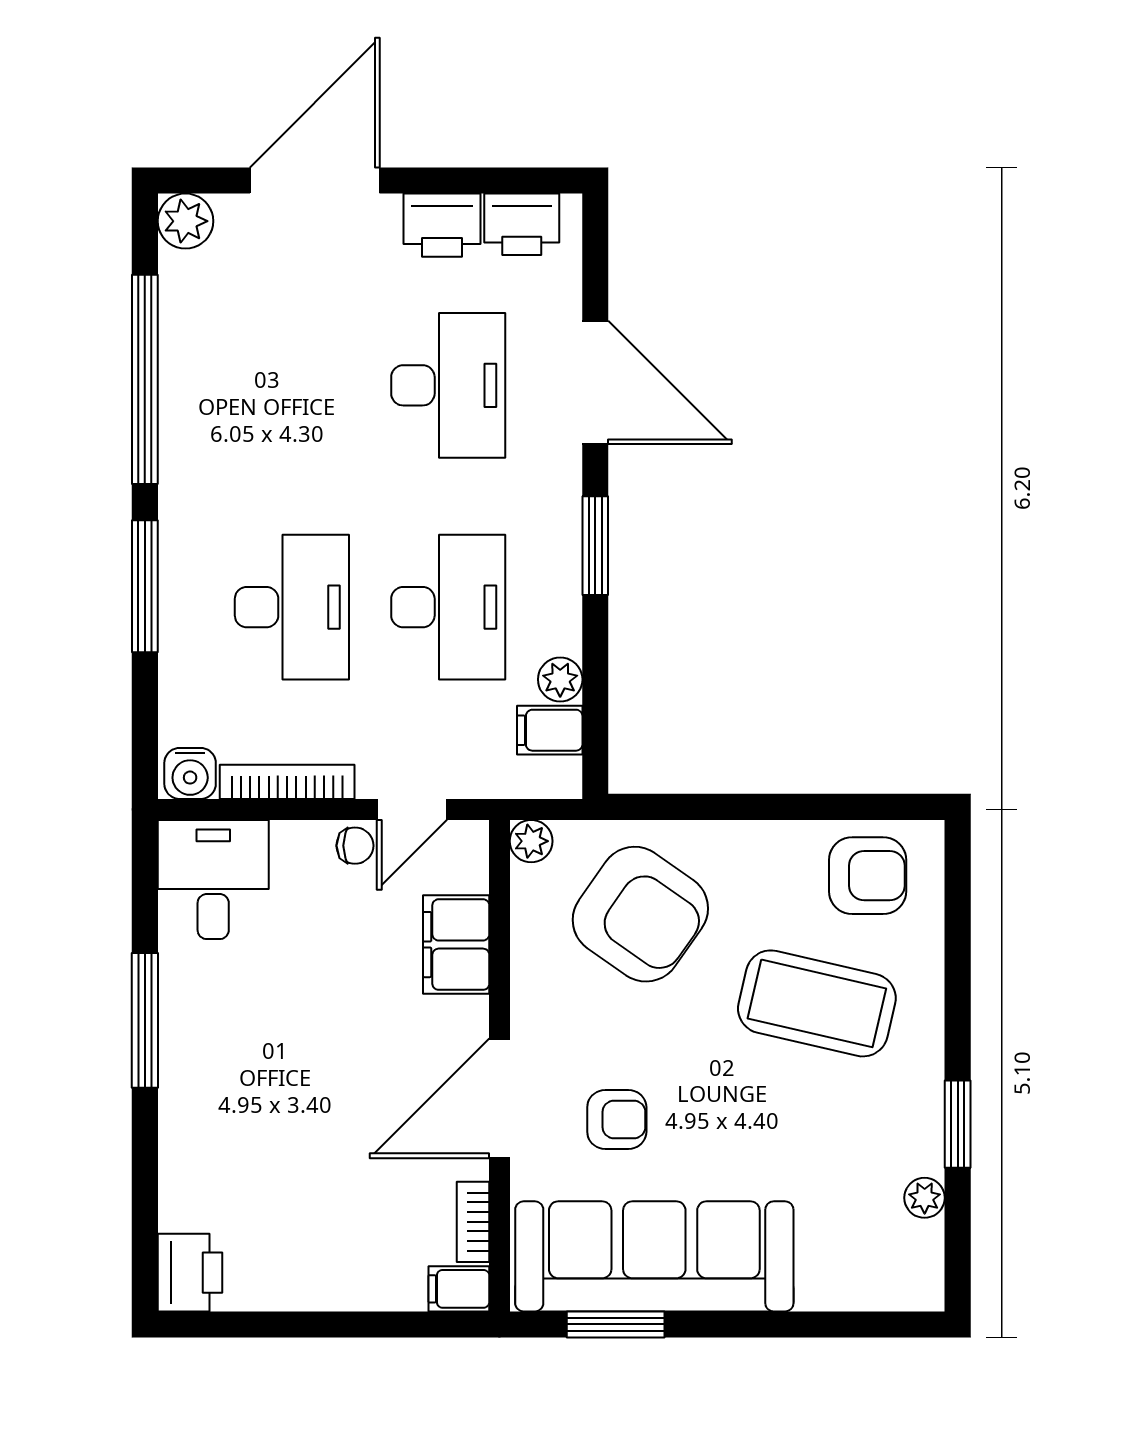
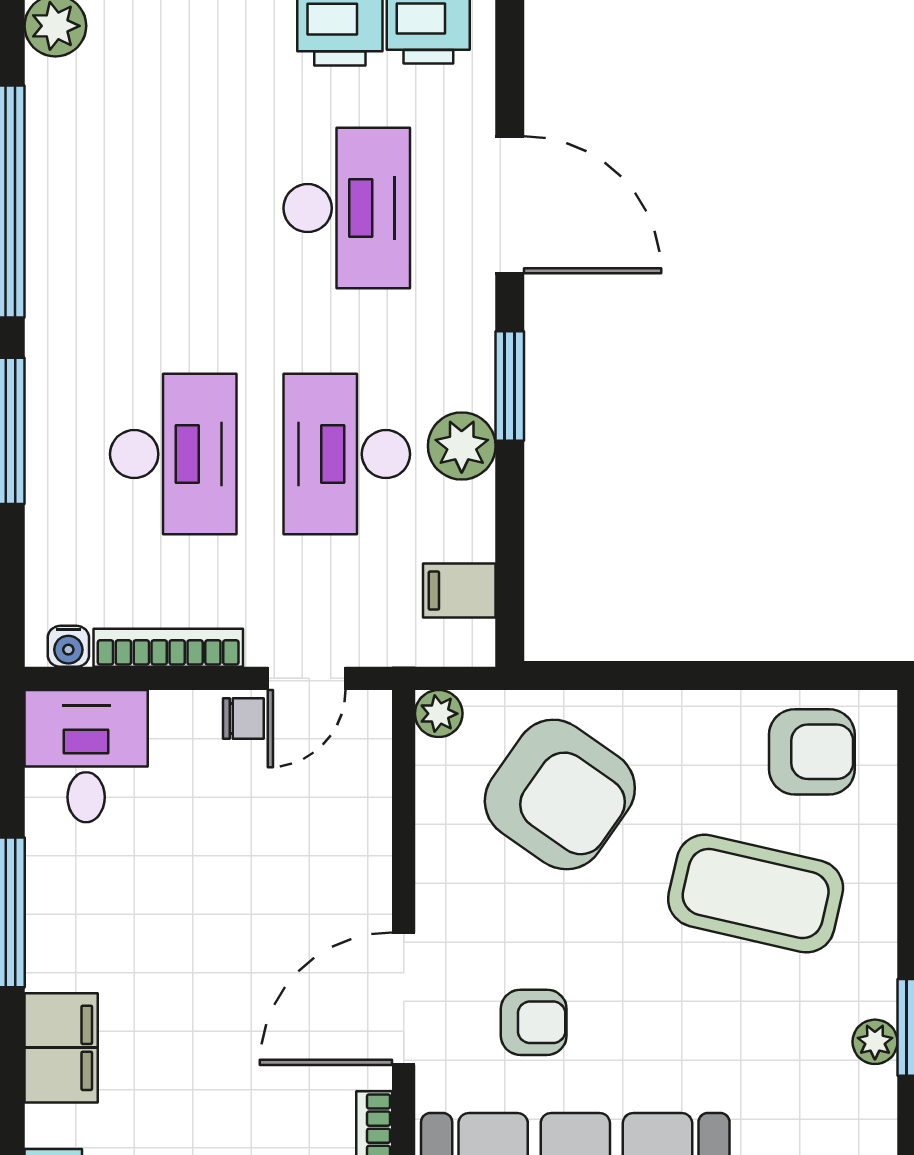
desk: (448, 607) -> (347, 454), turned 180
plant: (560, 679) -> (462, 446), moved, width x1.38, depth x1.38
water cooler: (190, 773) -> (68, 646), width x0.72, depth x0.72
filing cabinet: (456, 945) -> (61, 1048), moved, turned 180
plant: (925, 1198) -> (875, 1042), moved

